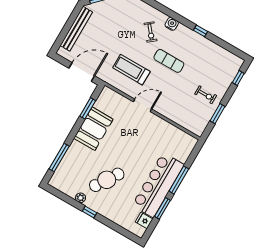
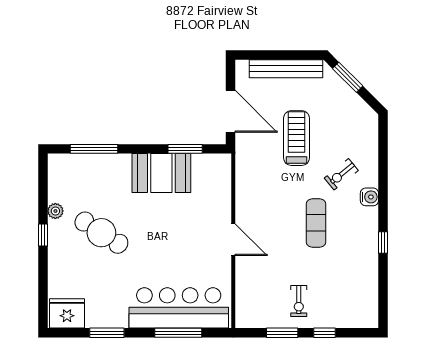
treadmill: (131, 70) -> (297, 138), moved
window: (238, 78) -> (325, 333), moved
door: (142, 105) -> (233, 240), moved
window: (179, 180) -> (178, 333), moved
bar counter: (158, 185) -> (179, 308), moved
fridge: (144, 220) -> (67, 313), width x1.88, depth x1.34

